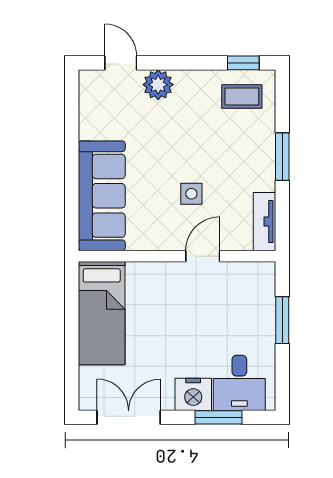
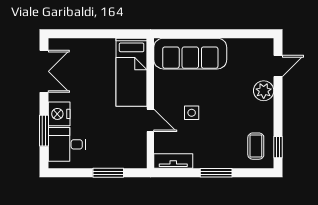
bed: (102, 313) -> (132, 72), moved, turned -90

